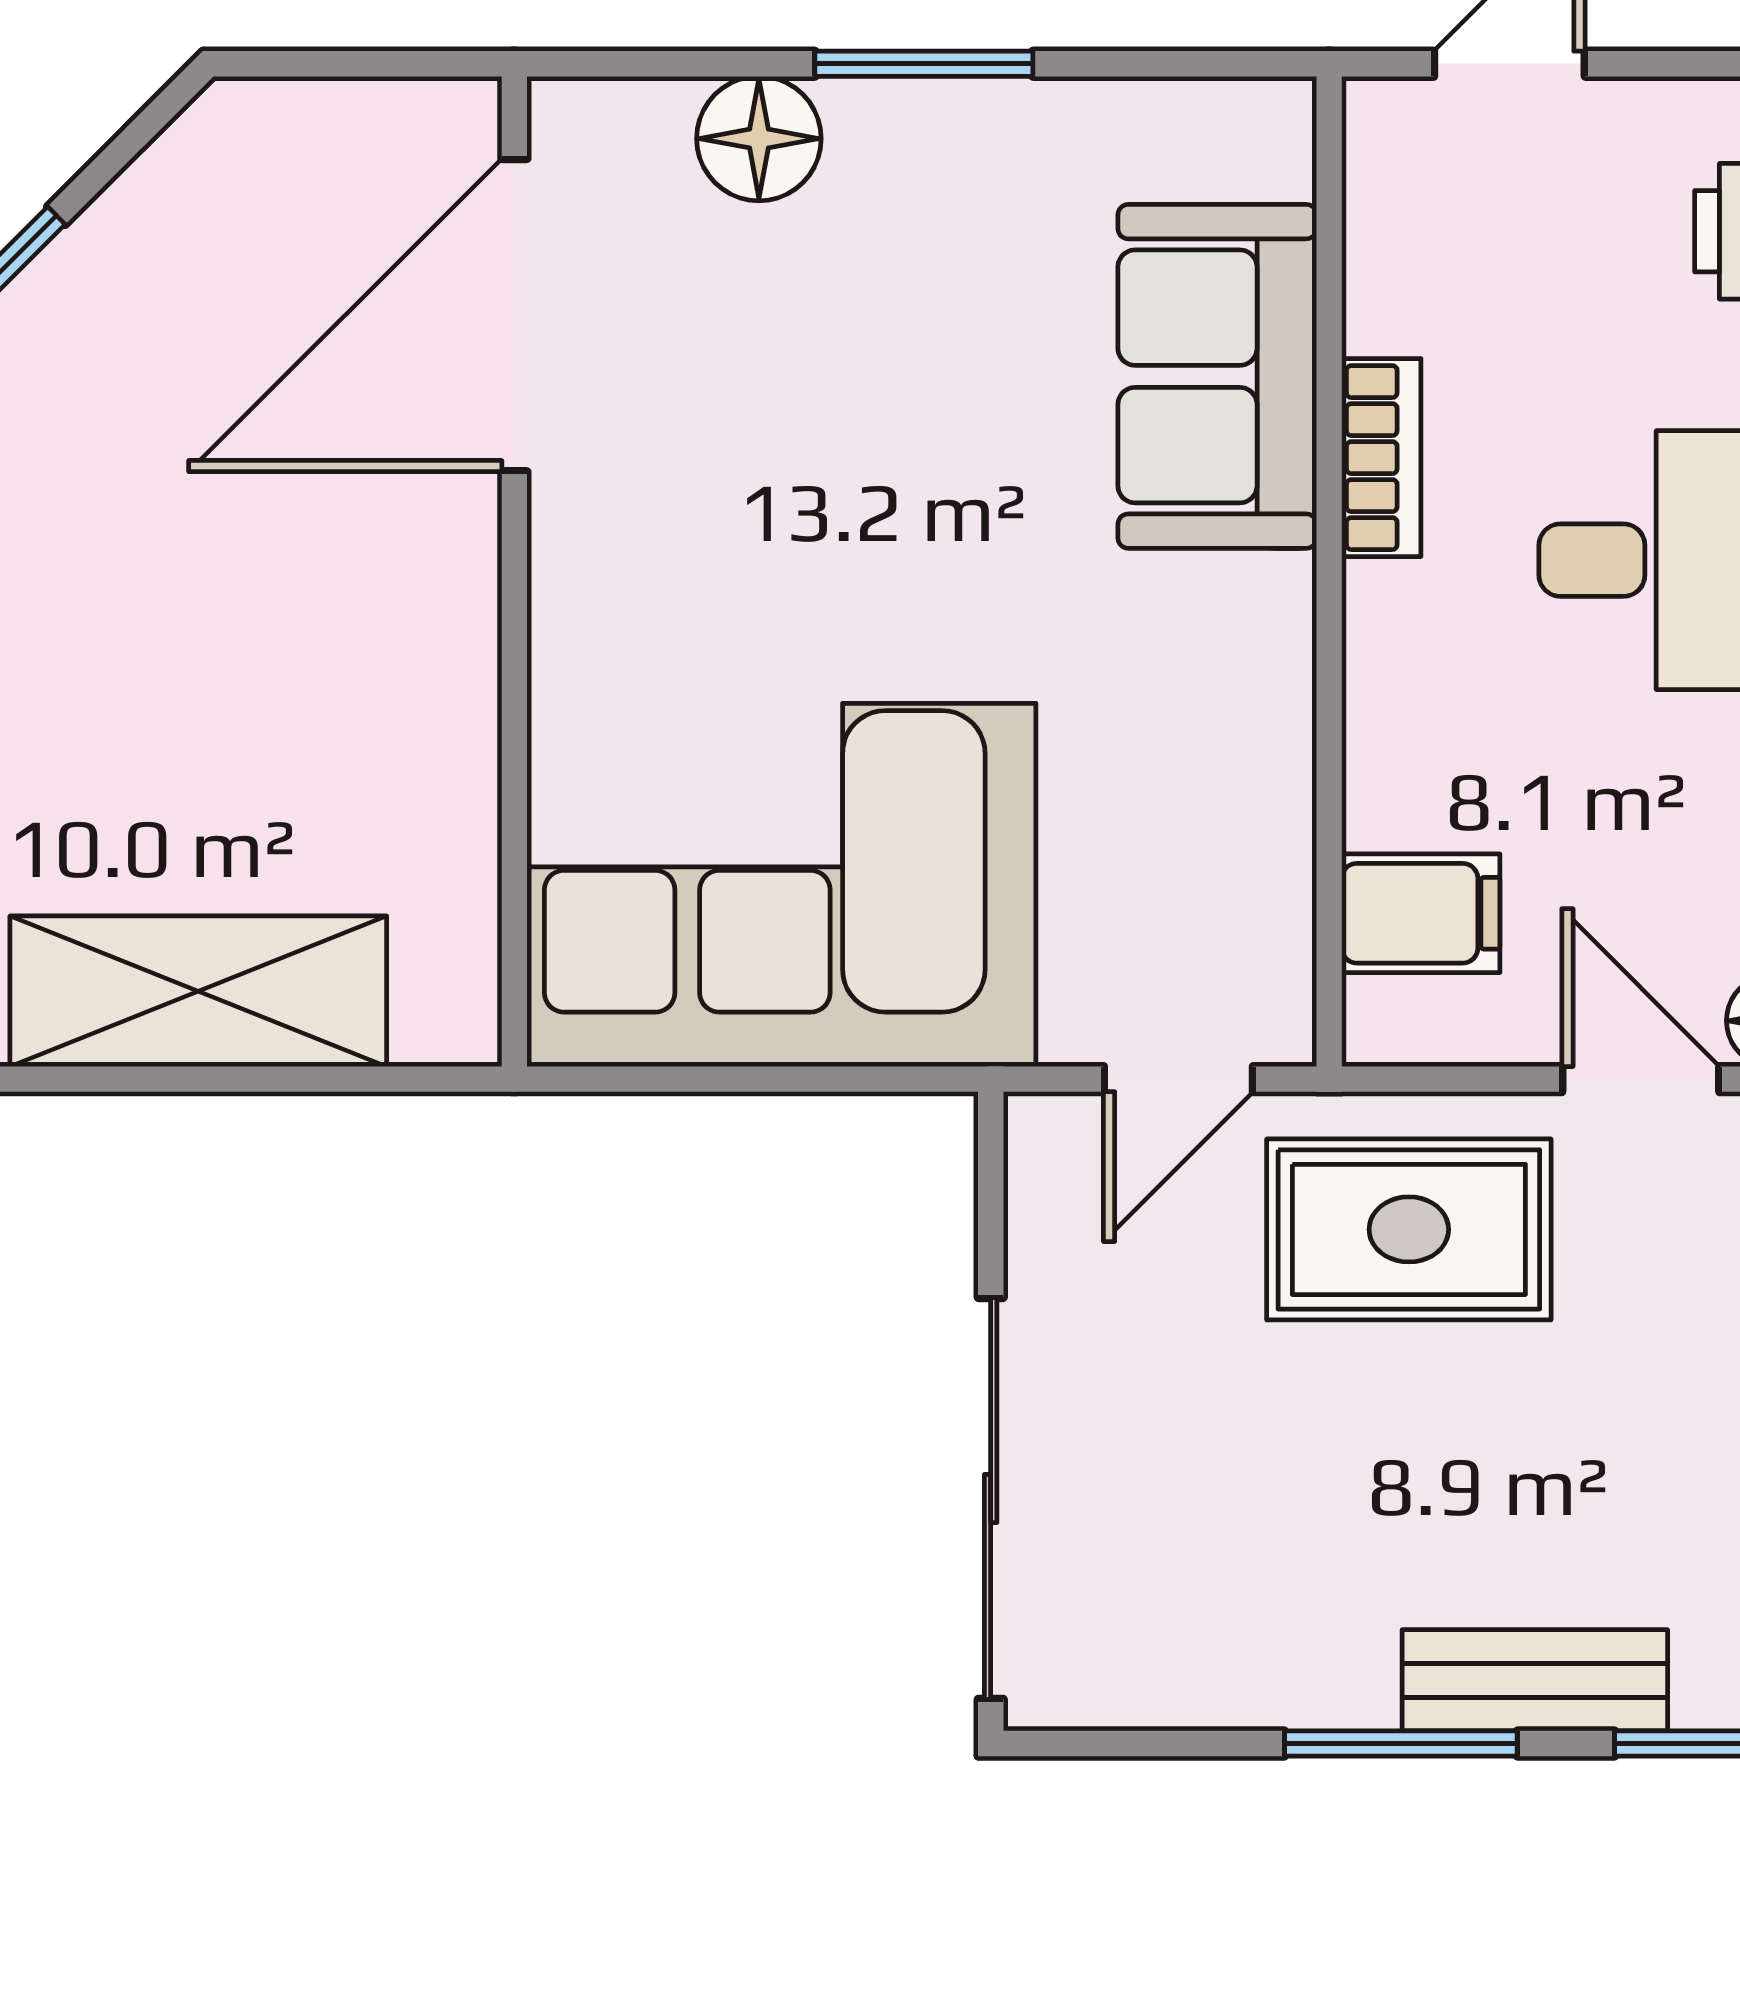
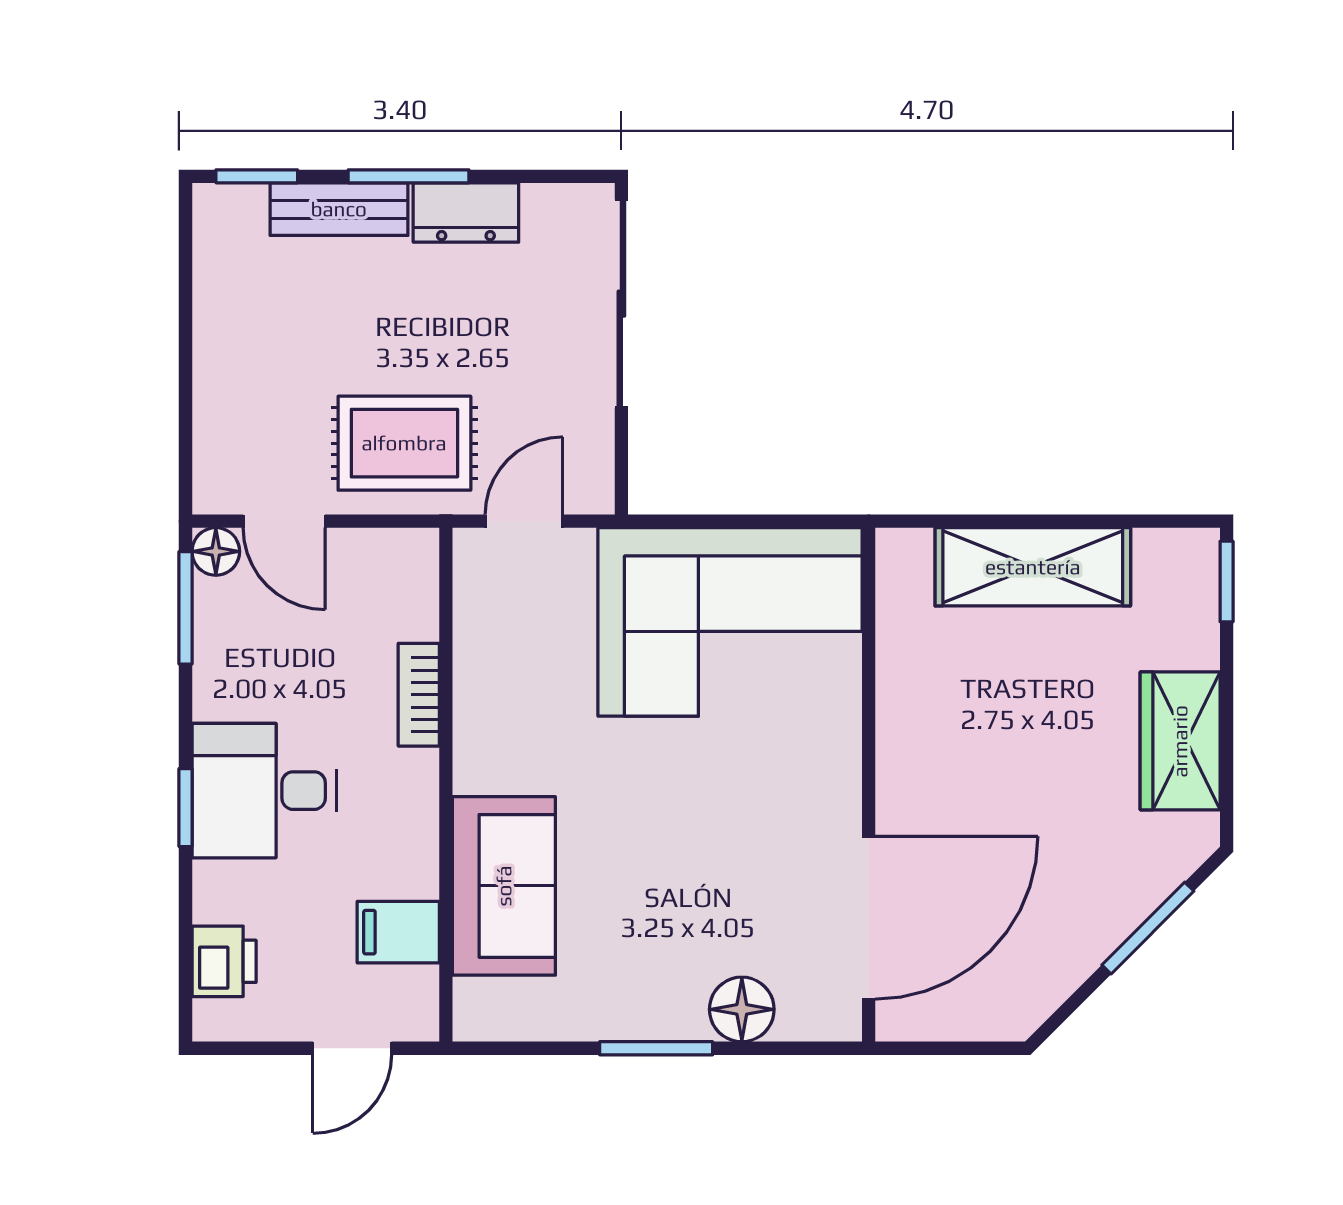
bookcase: (1381, 458) -> (419, 695), moved
filing cabinet: (1421, 913) -> (398, 932), moved
dresser: (1290, 1674) -> (466, 212), added

